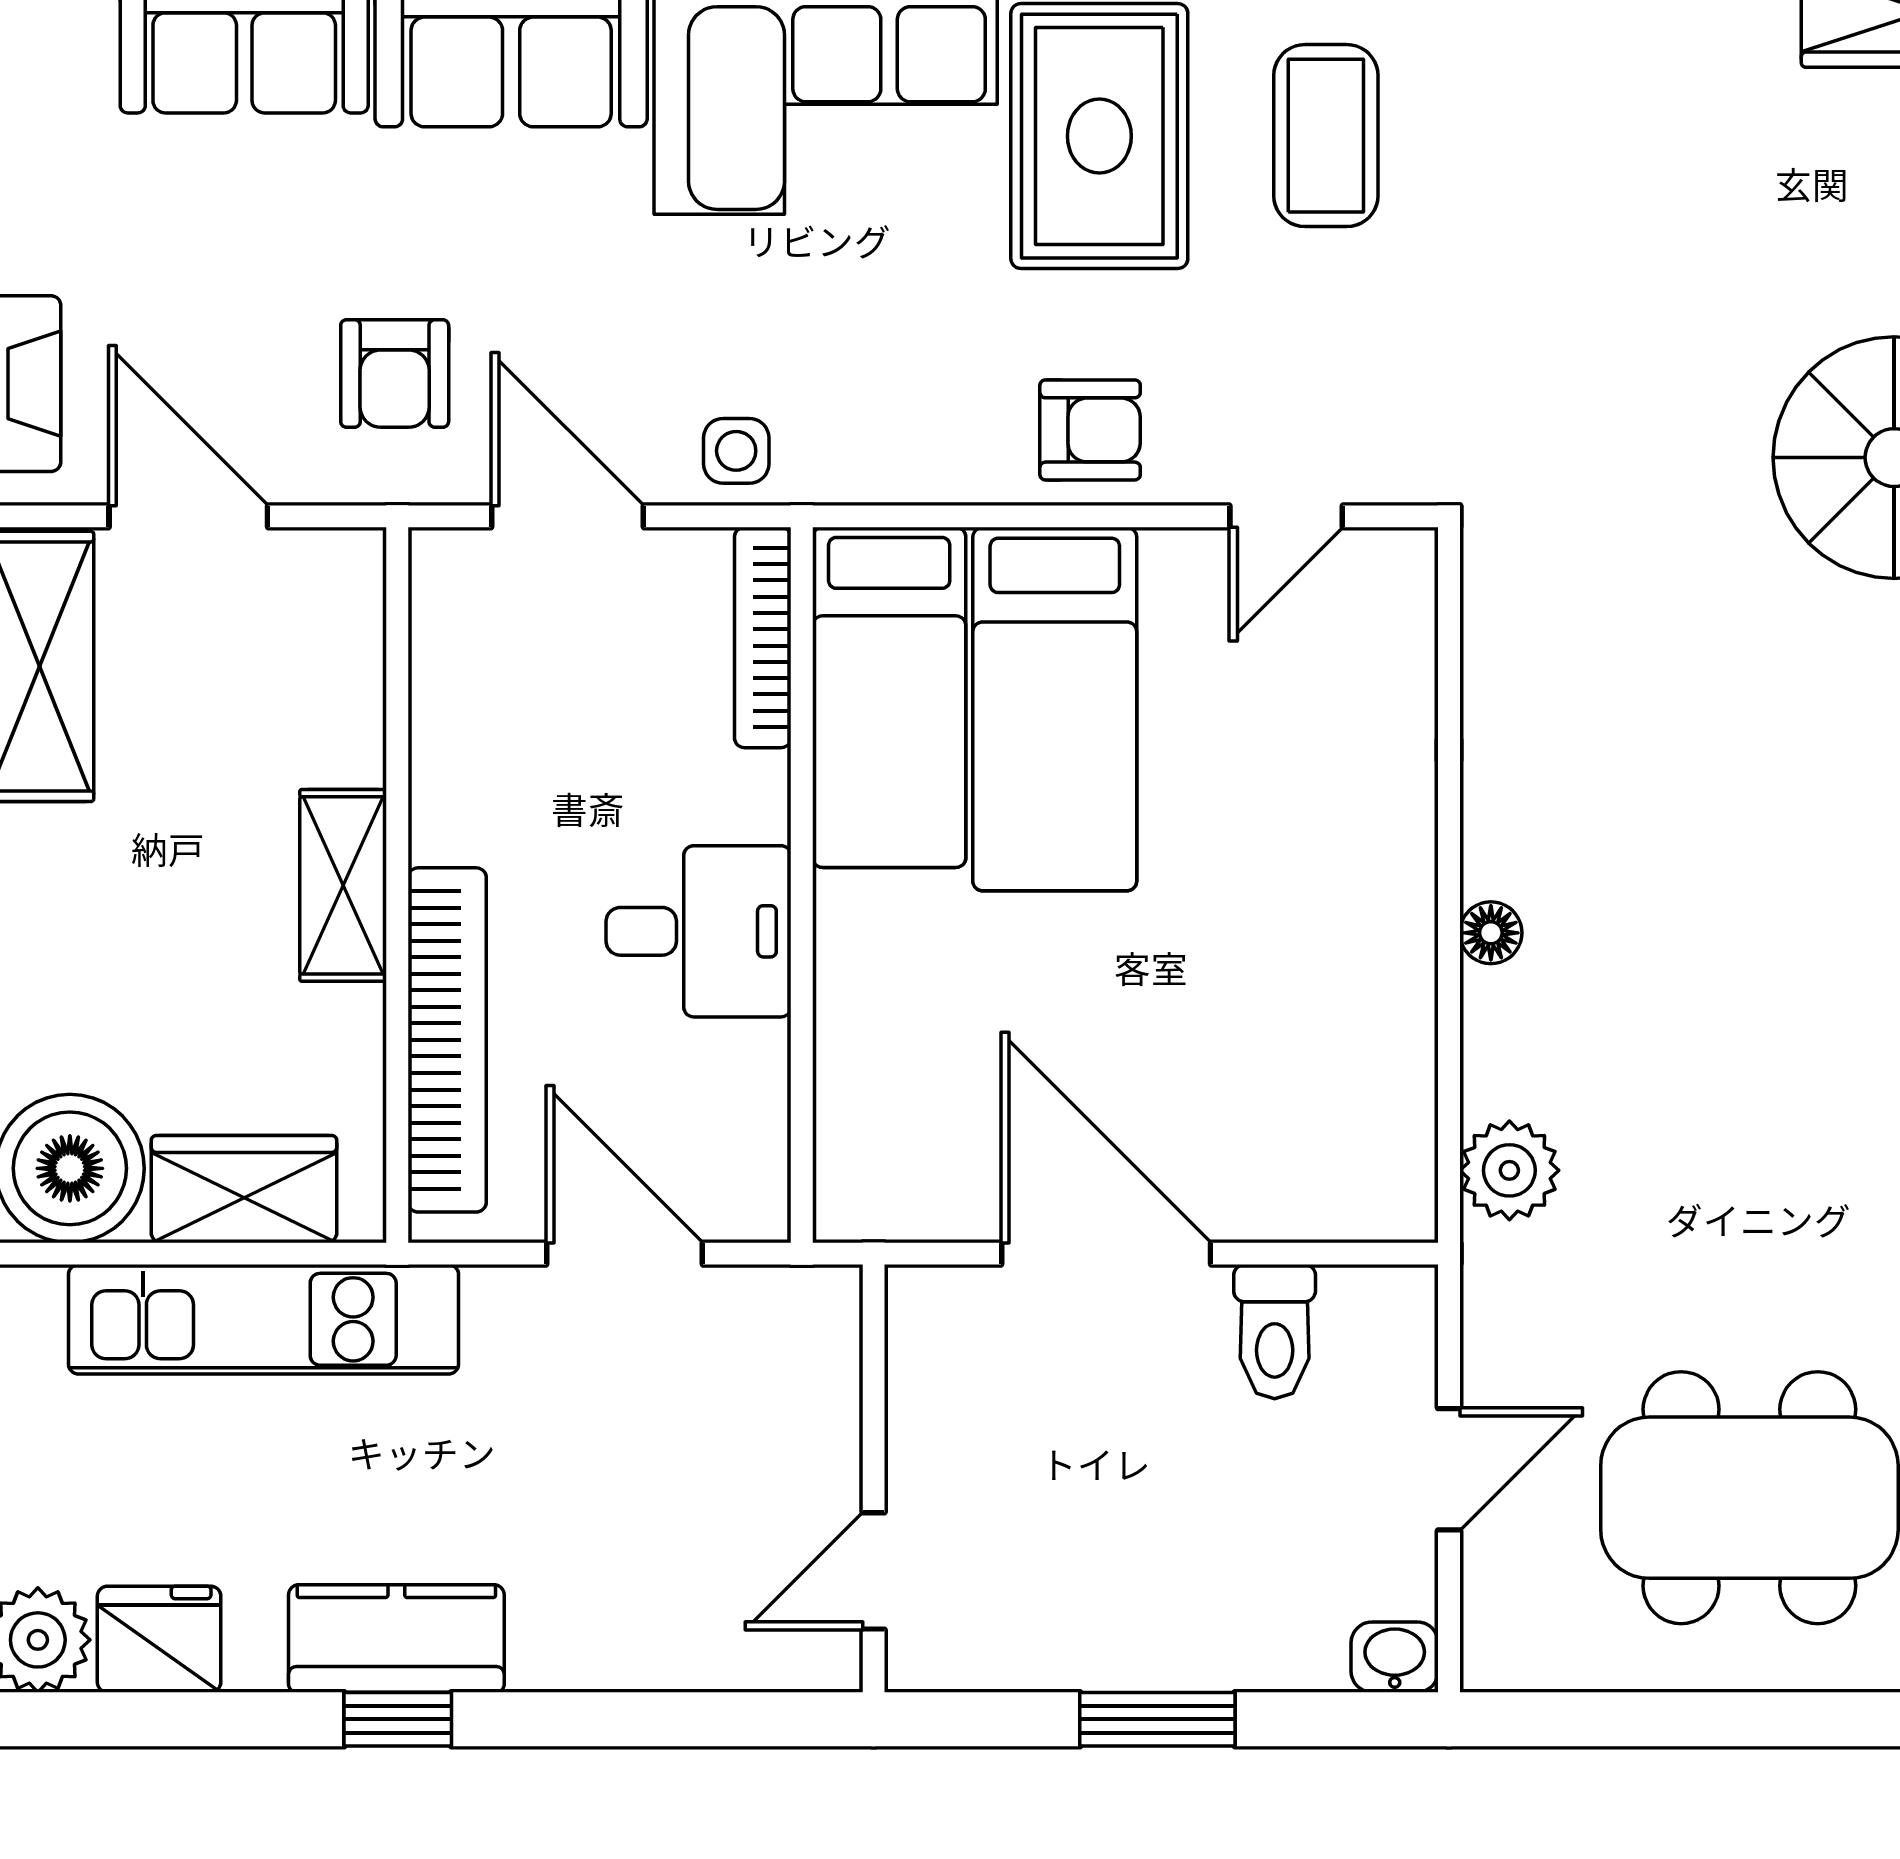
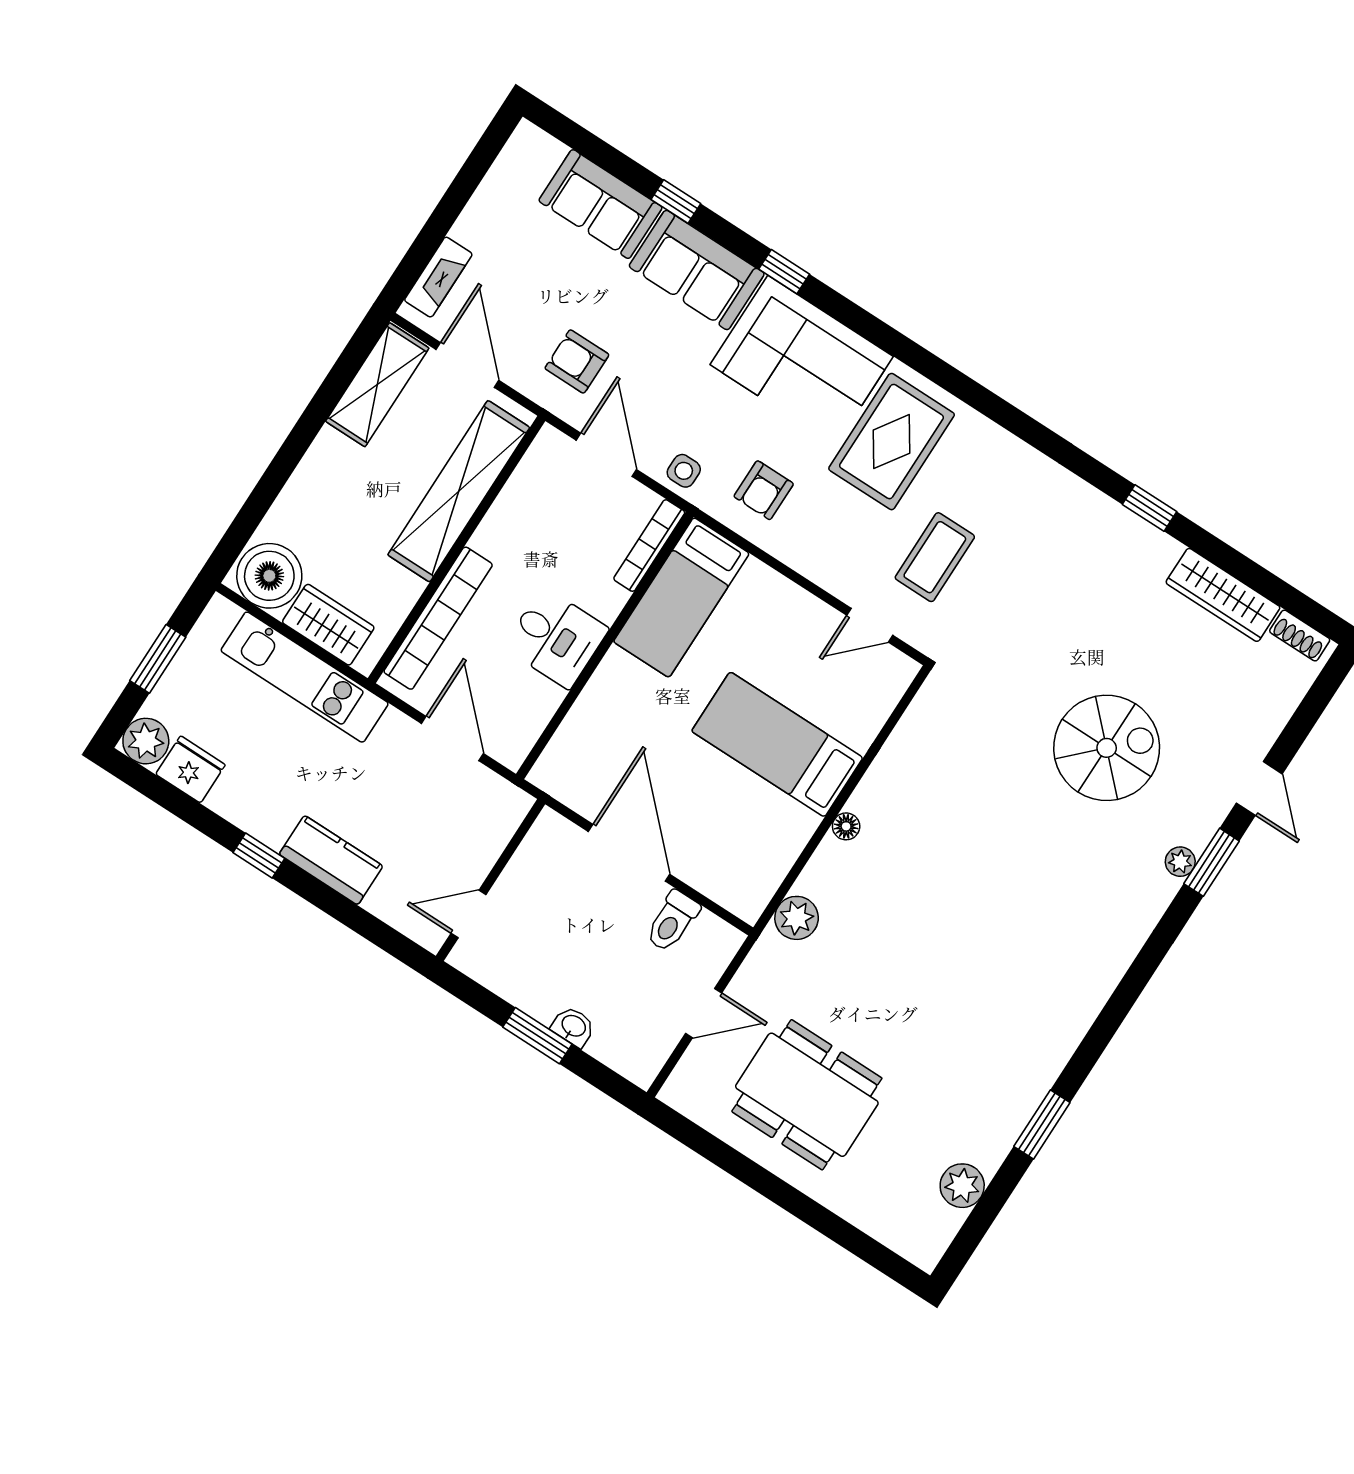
coffee table: (1326, 136) -> (935, 557), moved
armchair: (395, 374) -> (577, 361), turned 90
armchair: (1090, 430) -> (764, 490), moved, turned 90
bed: (1055, 709) -> (777, 744), moved, turned 90
shelving: (343, 885) -> (459, 491), width x2.20, depth x1.33
kitchen counter: (396, 1638) -> (331, 860), moved
washbasin: (1395, 1657) -> (573, 1026), moved

